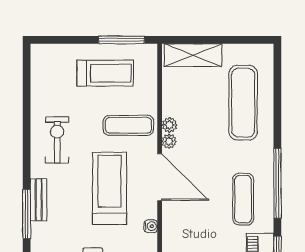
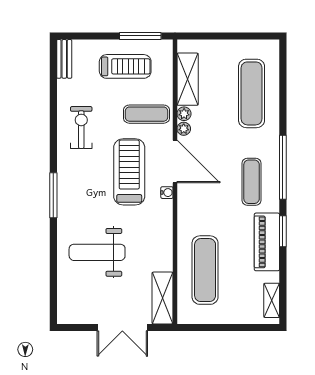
shelving: (193, 55) -> (188, 79), moved, turned 90
bench: (39, 200) -> (64, 59), moved
water cooler: (151, 226) -> (167, 193), moved

